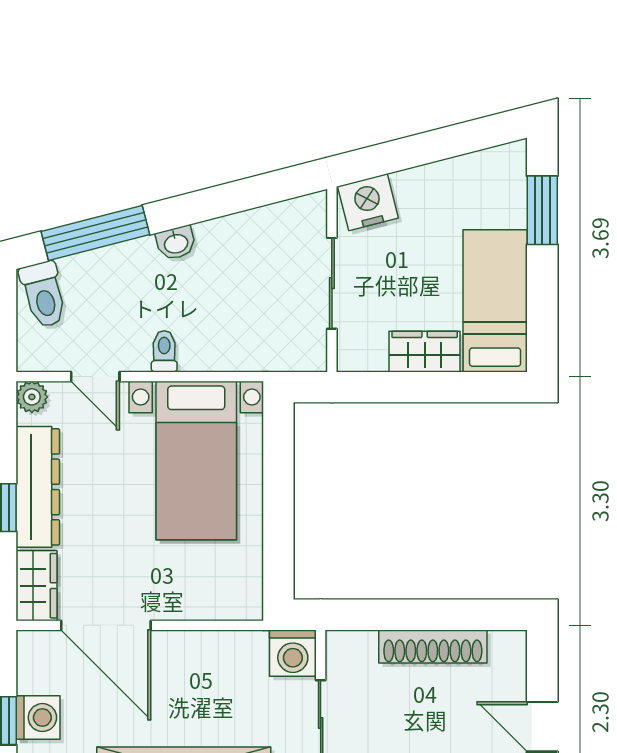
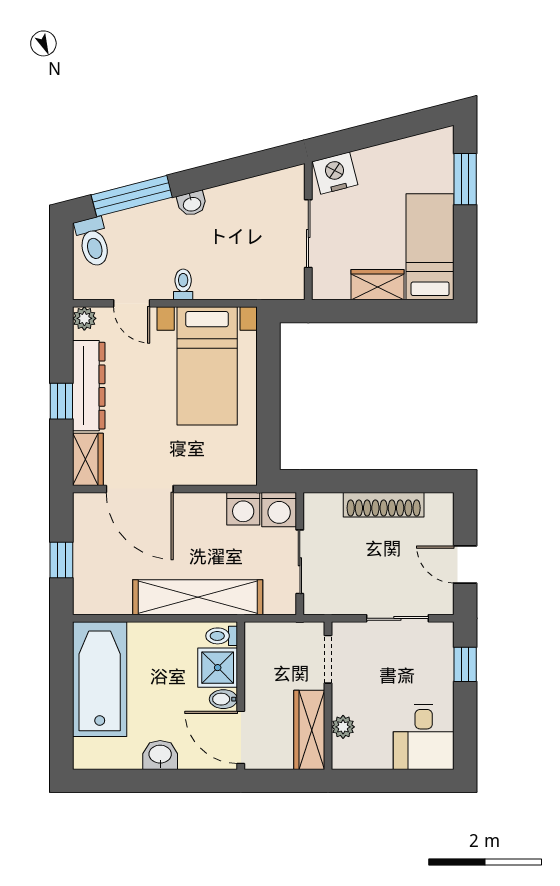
washing machine: (38, 718) -> (243, 509), moved, turned 90

